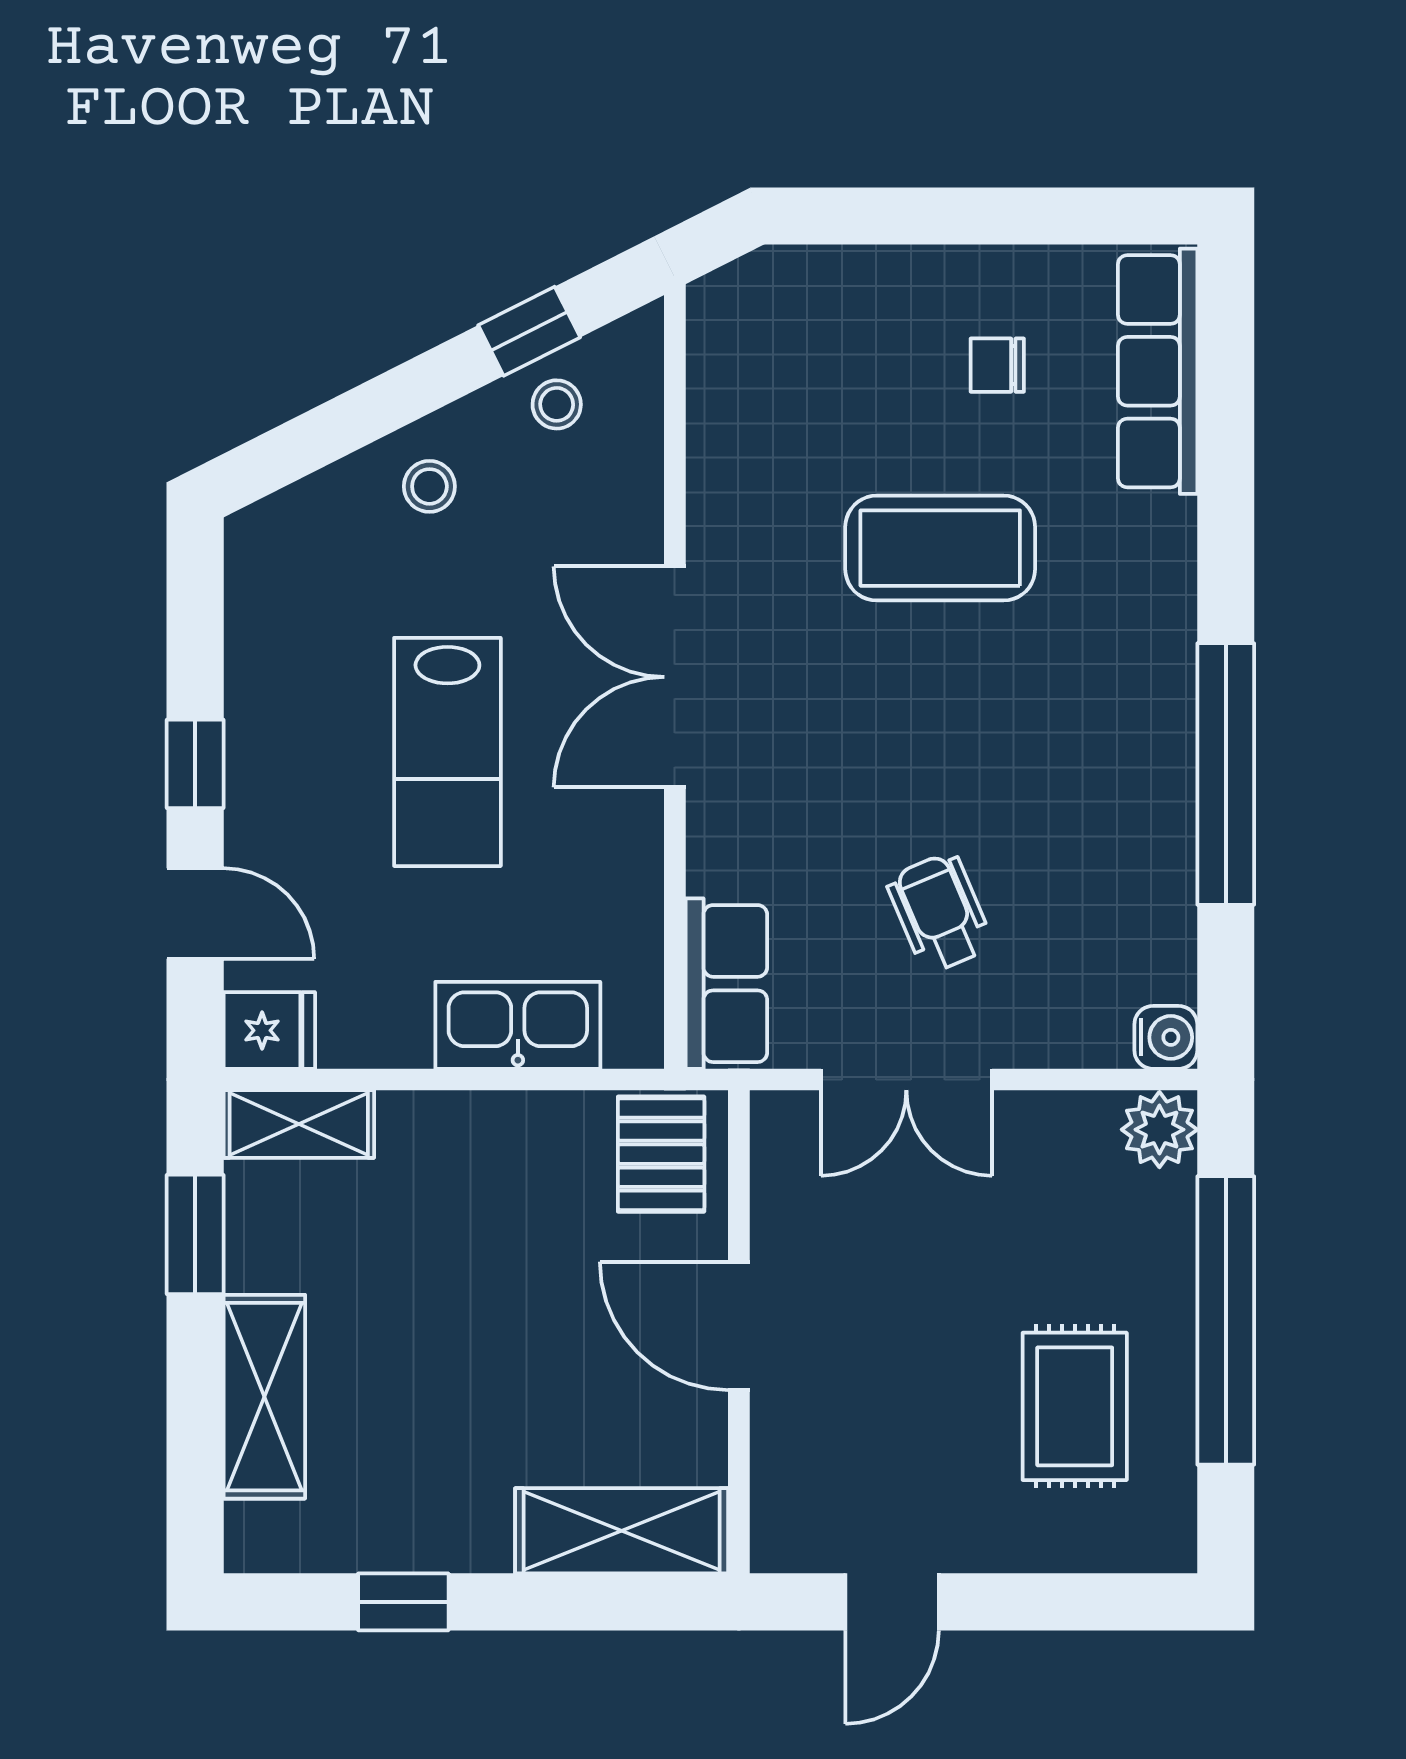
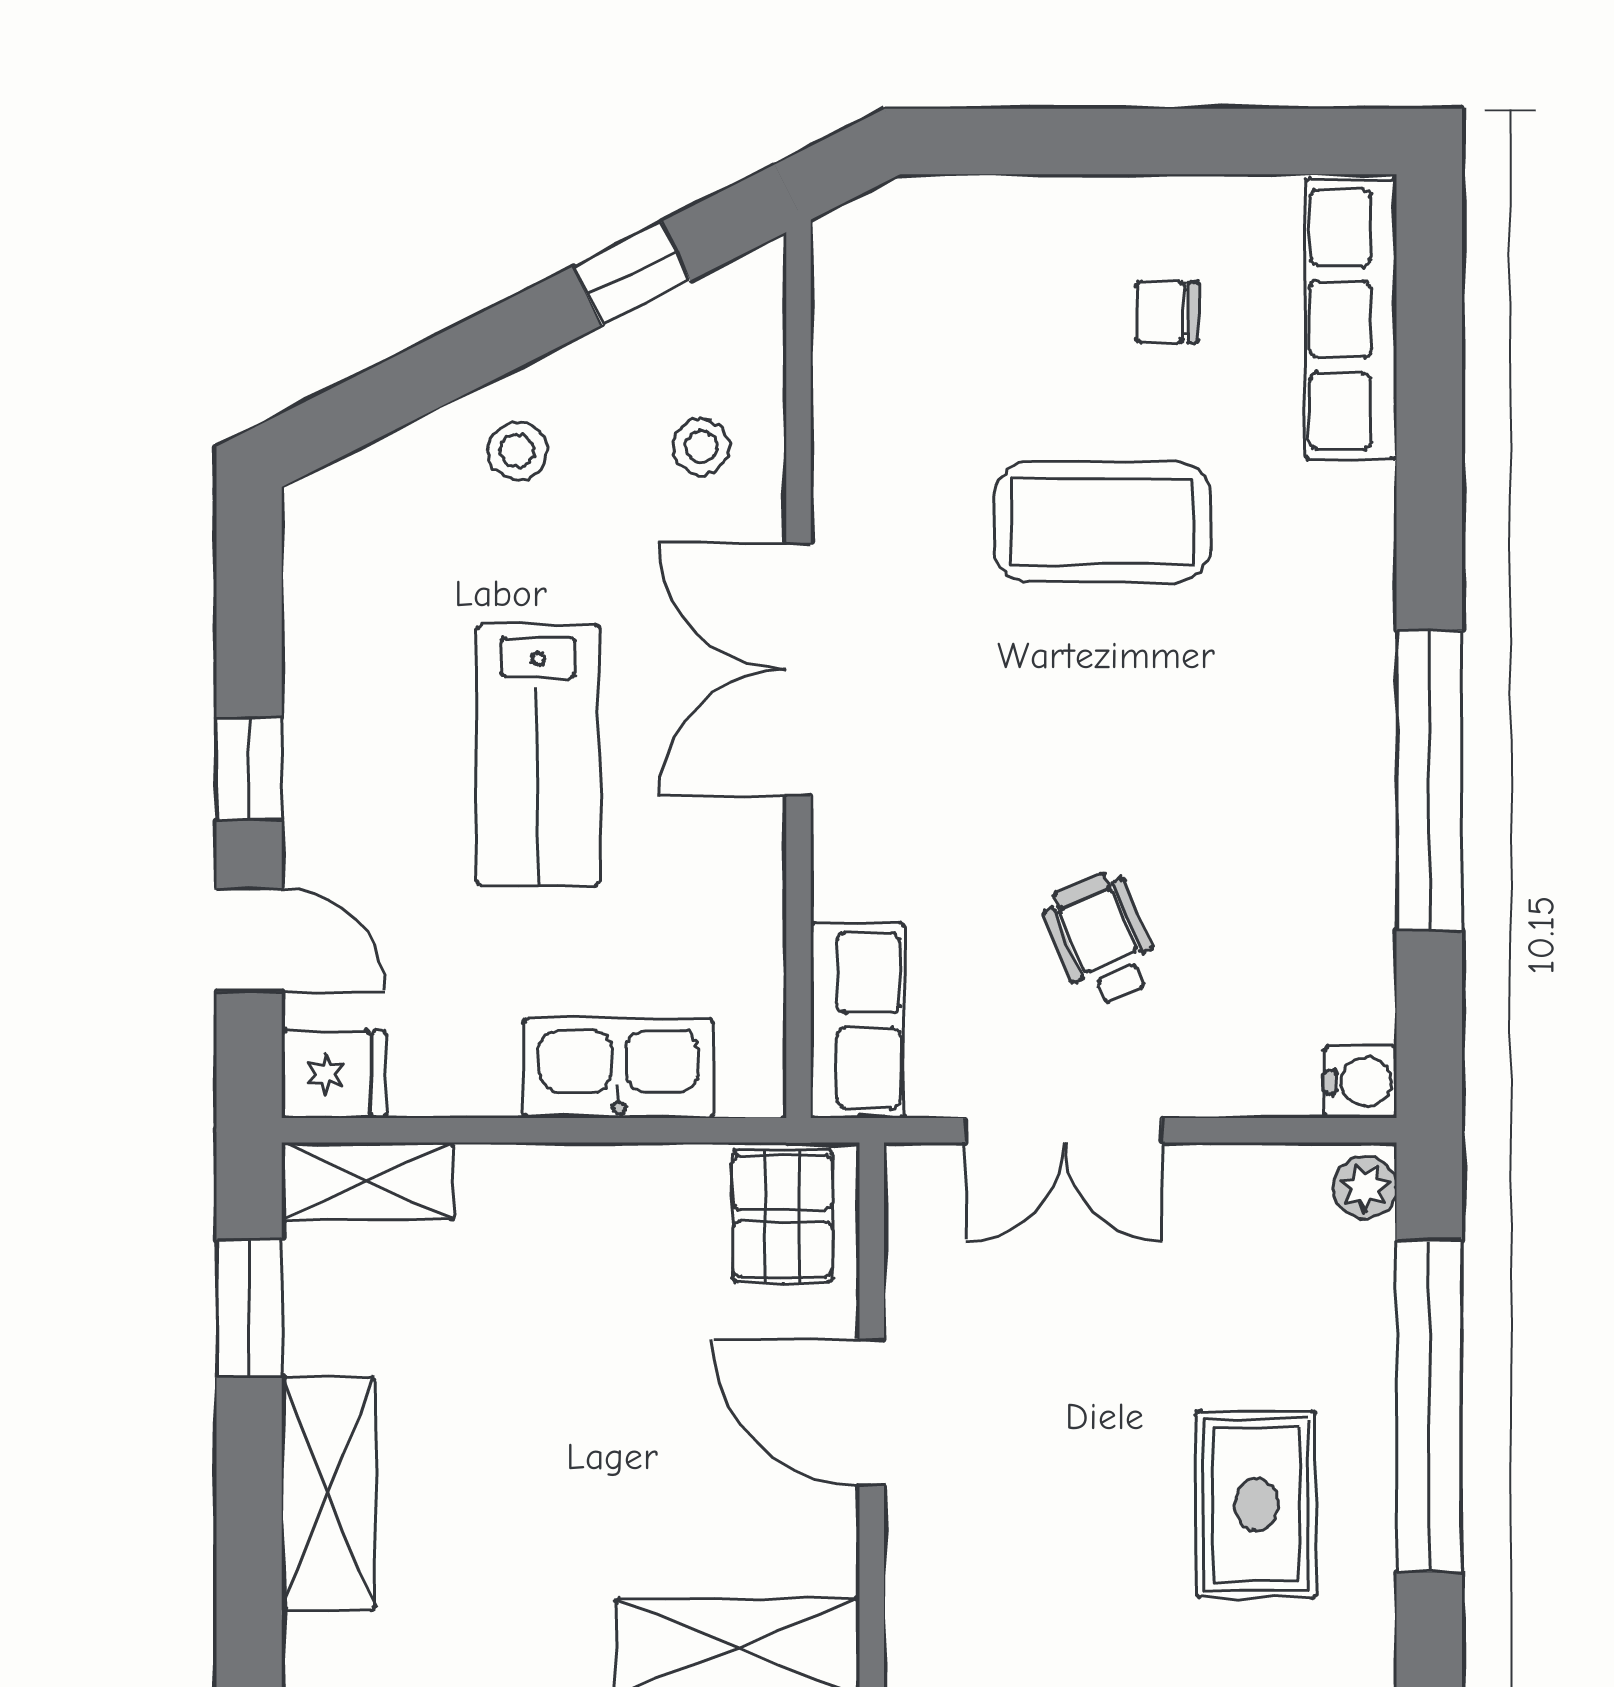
stool: (557, 404) -> (701, 447), moved
plant: (1159, 1130) -> (1365, 1188), width x0.73, depth x0.73

